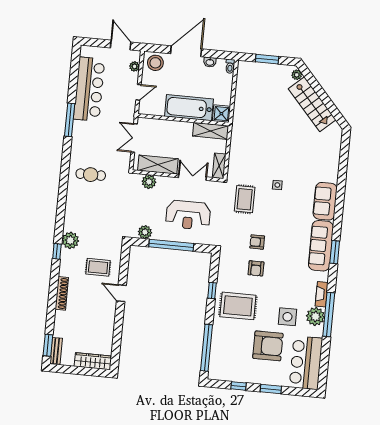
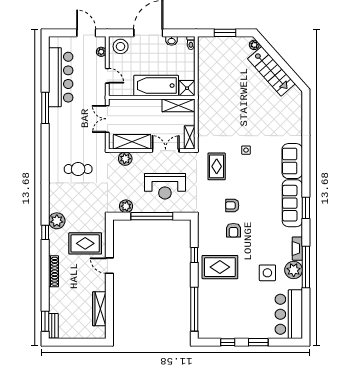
door: (139, 92) -> (107, 76), hinge flipped
cafe table: (91, 175) -> (78, 169), moved
rug: (98, 267) -> (85, 243), width x1.36, depth x1.43
armchair: (268, 346) -> (252, 302), removed
wardrobe: (93, 361) -> (99, 309), moved, turned -90

